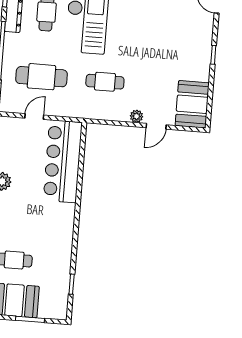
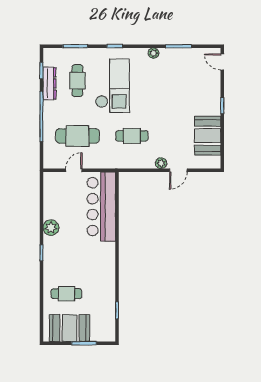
booth: (192, 104) -> (208, 136), moved

